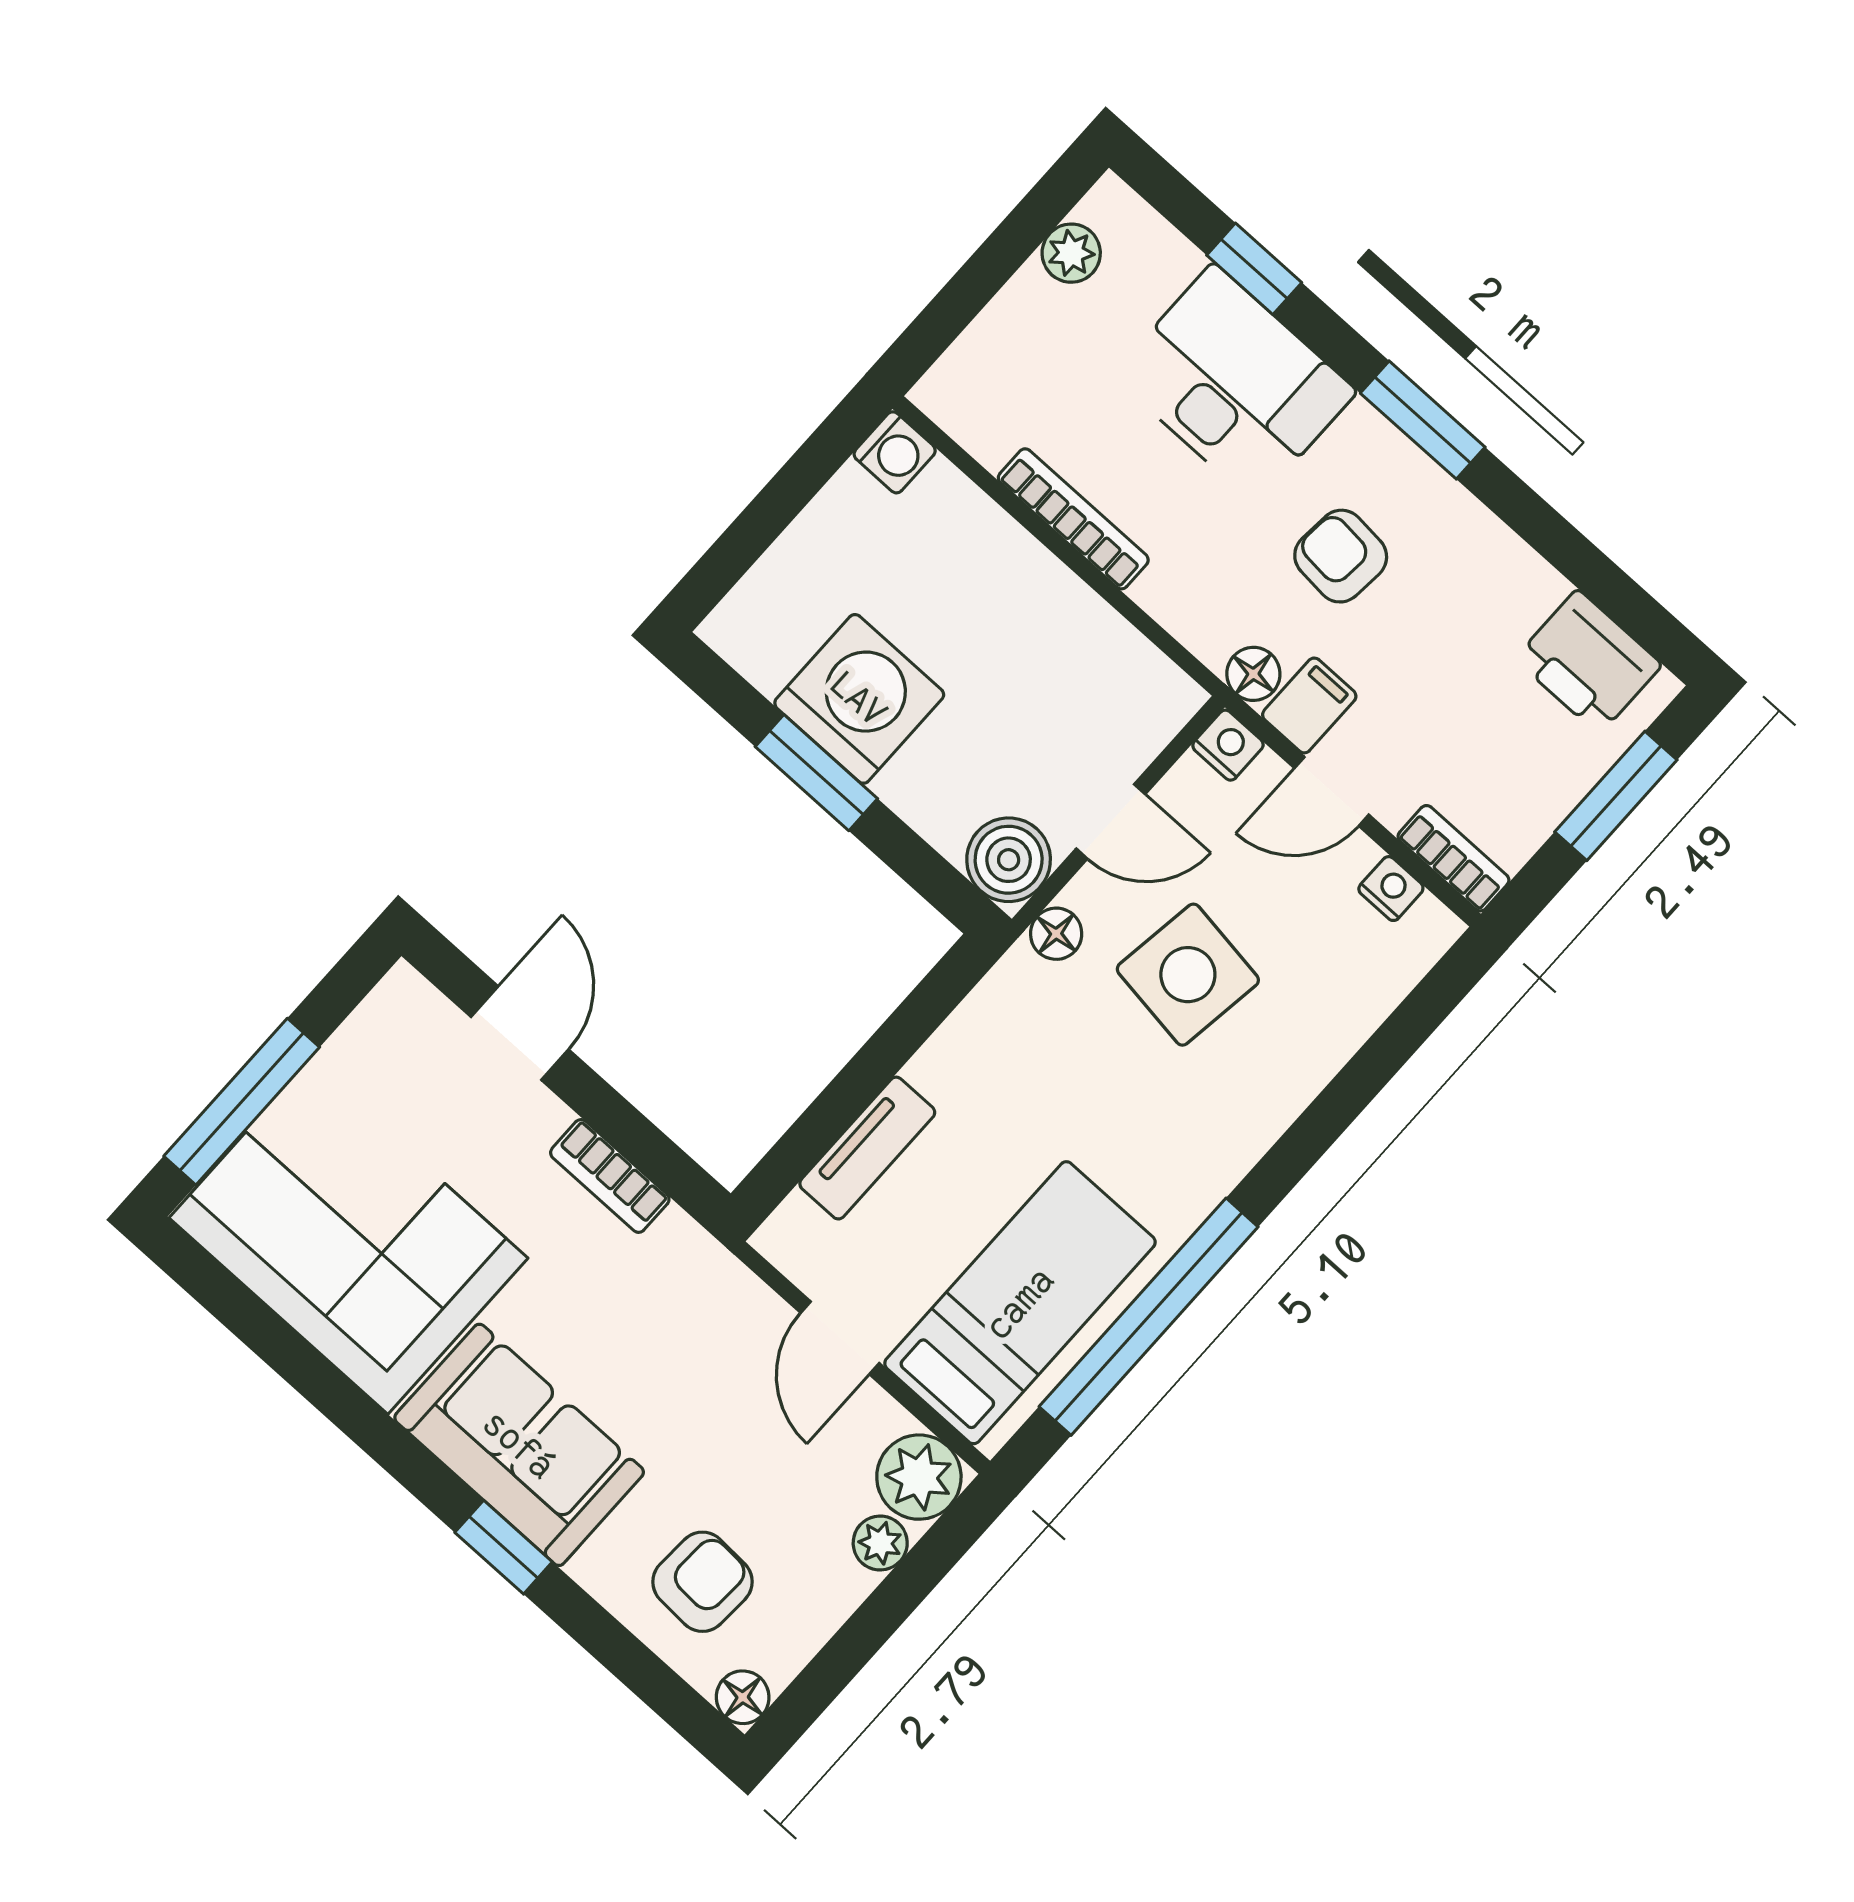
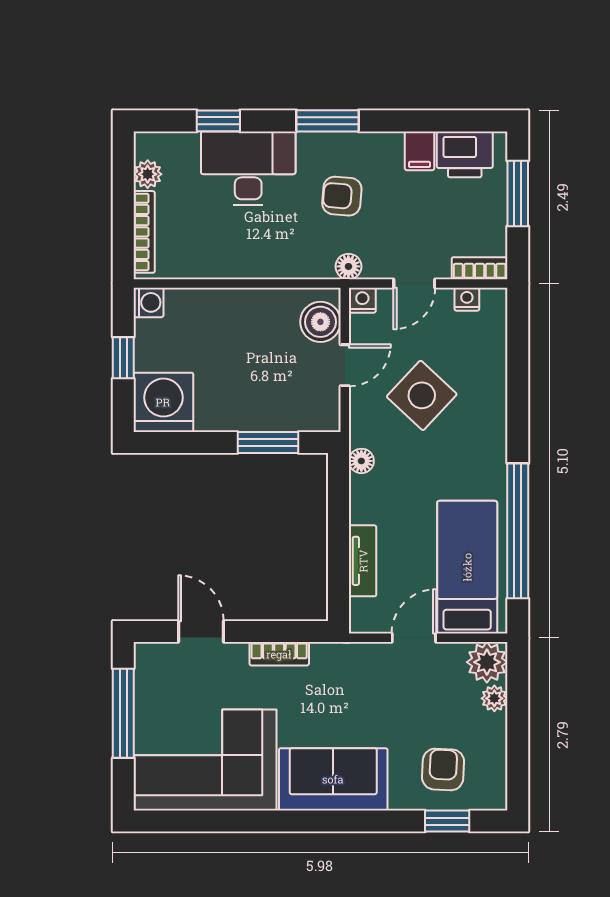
window: (779, 503) -> (123, 358), added
bookcase: (1073, 519) -> (144, 232), moved, turned 90
washing machine: (859, 699) -> (163, 402), moved
filing cabinet: (1309, 705) -> (420, 151), moved, turned 180
window: (816, 773) -> (268, 443), moved
boiler: (1009, 860) -> (320, 322), moved
floor lamp: (1056, 934) -> (361, 461), moved
side table: (1188, 975) -> (422, 395), turned 35
window: (242, 1102) -> (123, 713), moved
door: (840, 1338) -> (414, 638), swing flipped
window: (504, 1547) -> (447, 821), moved
floor lamp: (743, 1697) -> (495, 798), removed

